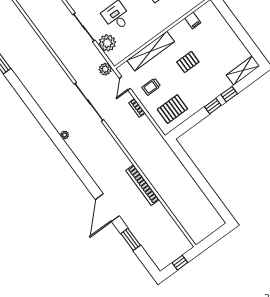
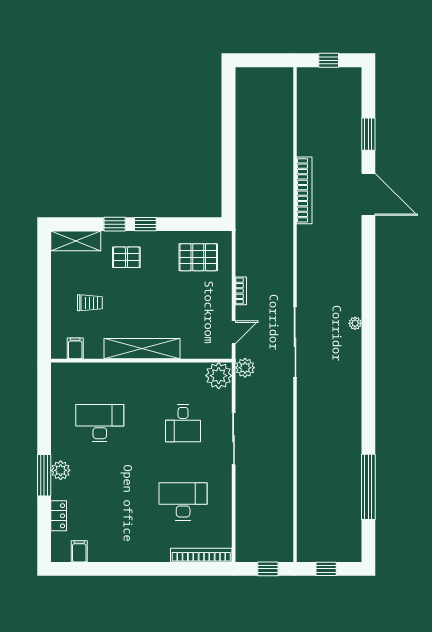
filing cabinet: (193, 20) -> (75, 348), moved
plant: (107, 43) -> (219, 376), moved
shelving: (151, 51) -> (142, 349), moved
pallet: (188, 62) -> (126, 257), moved
trolley: (151, 87) -> (90, 303), moved
door: (107, 208) -> (368, 194), hinge flipped

